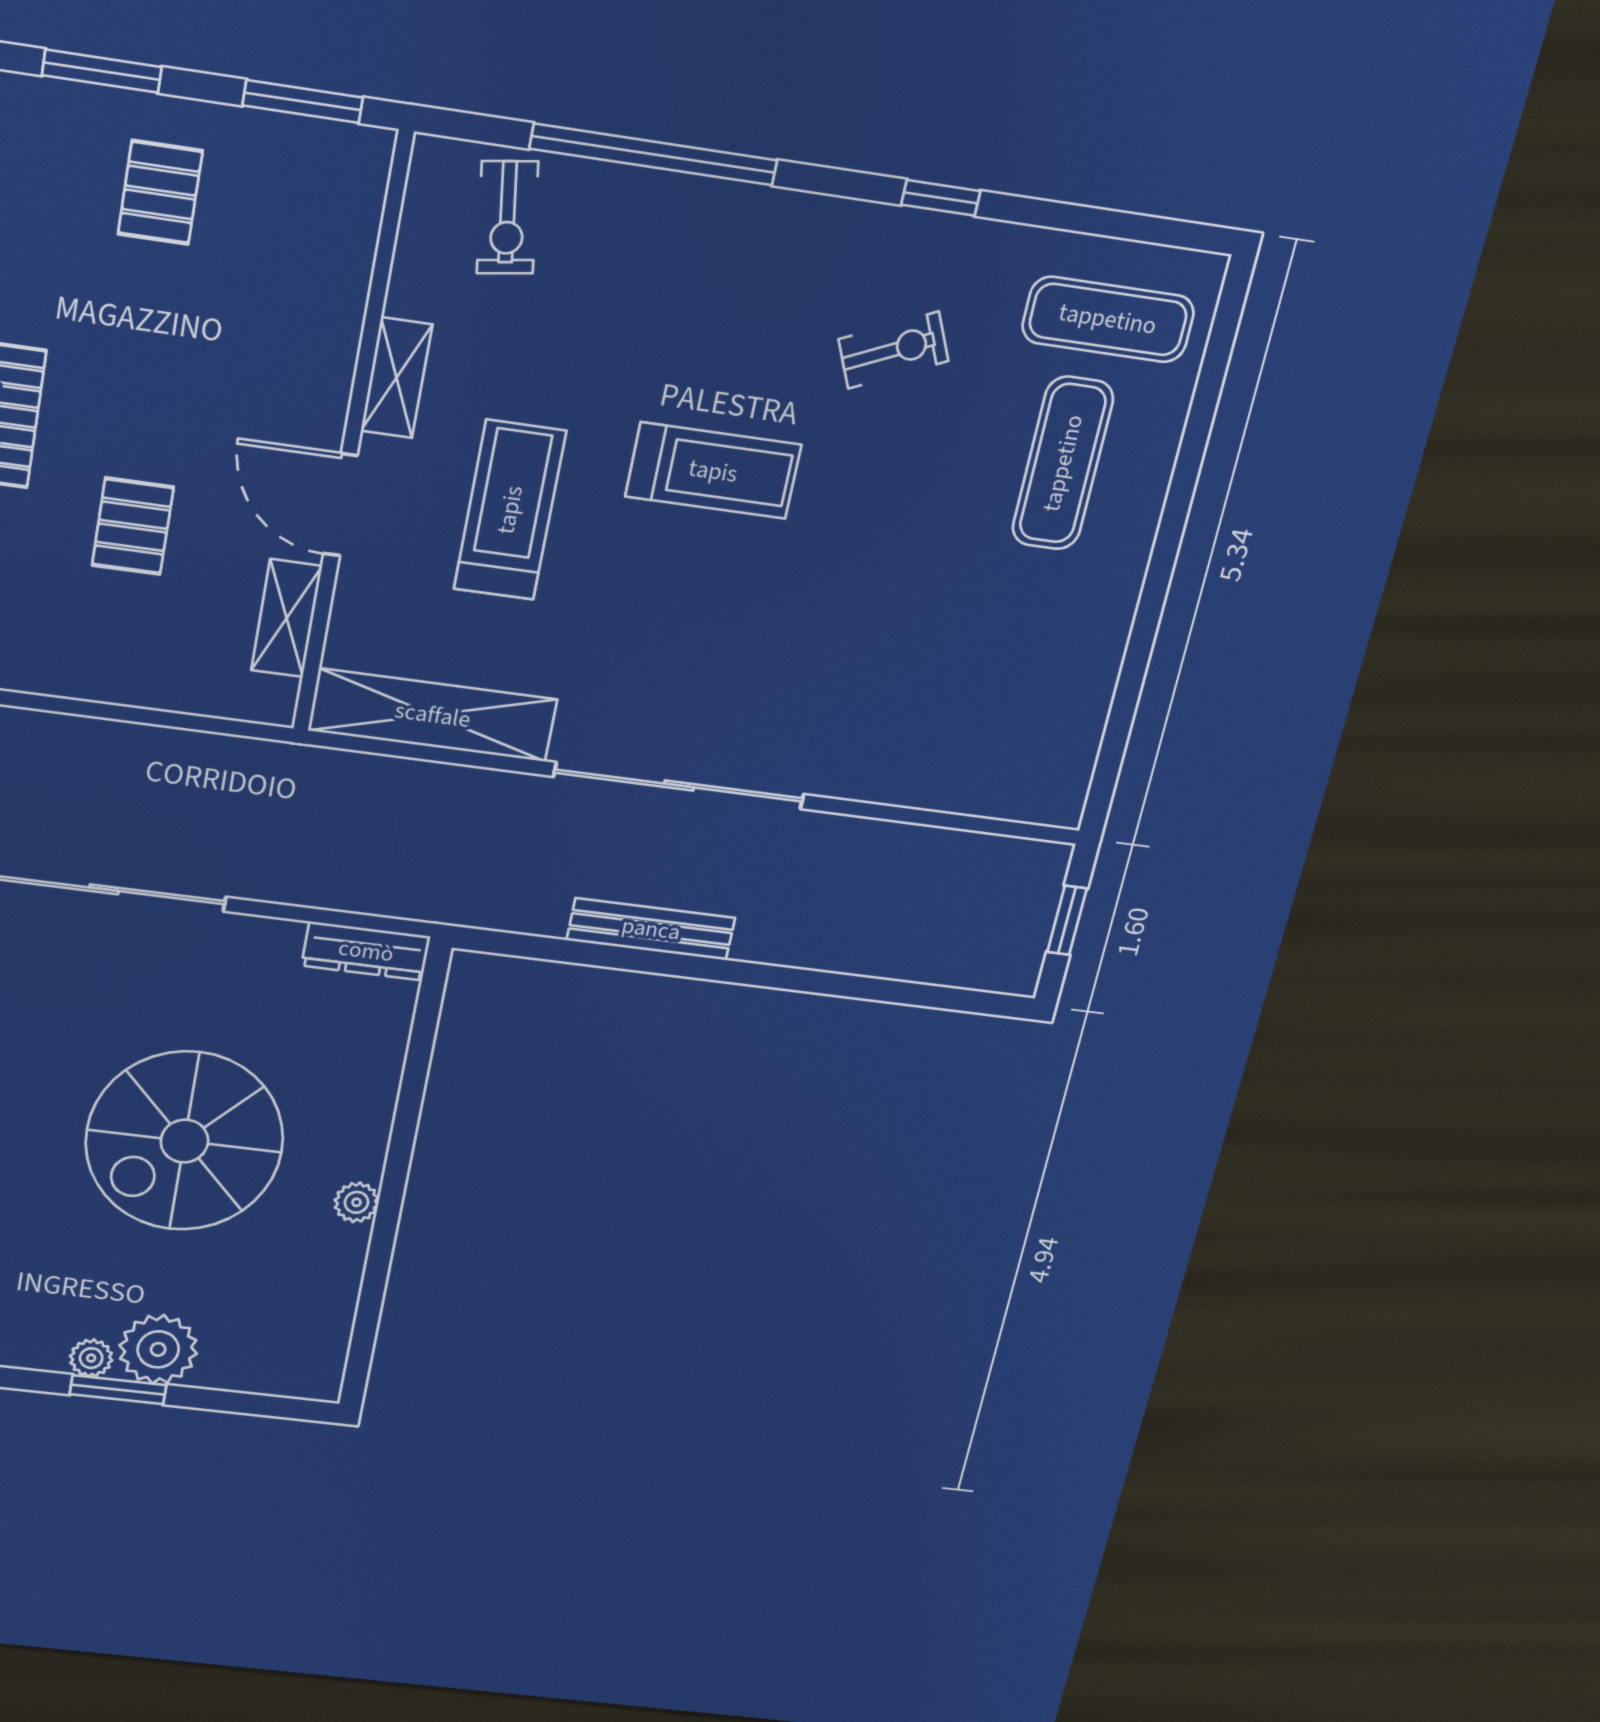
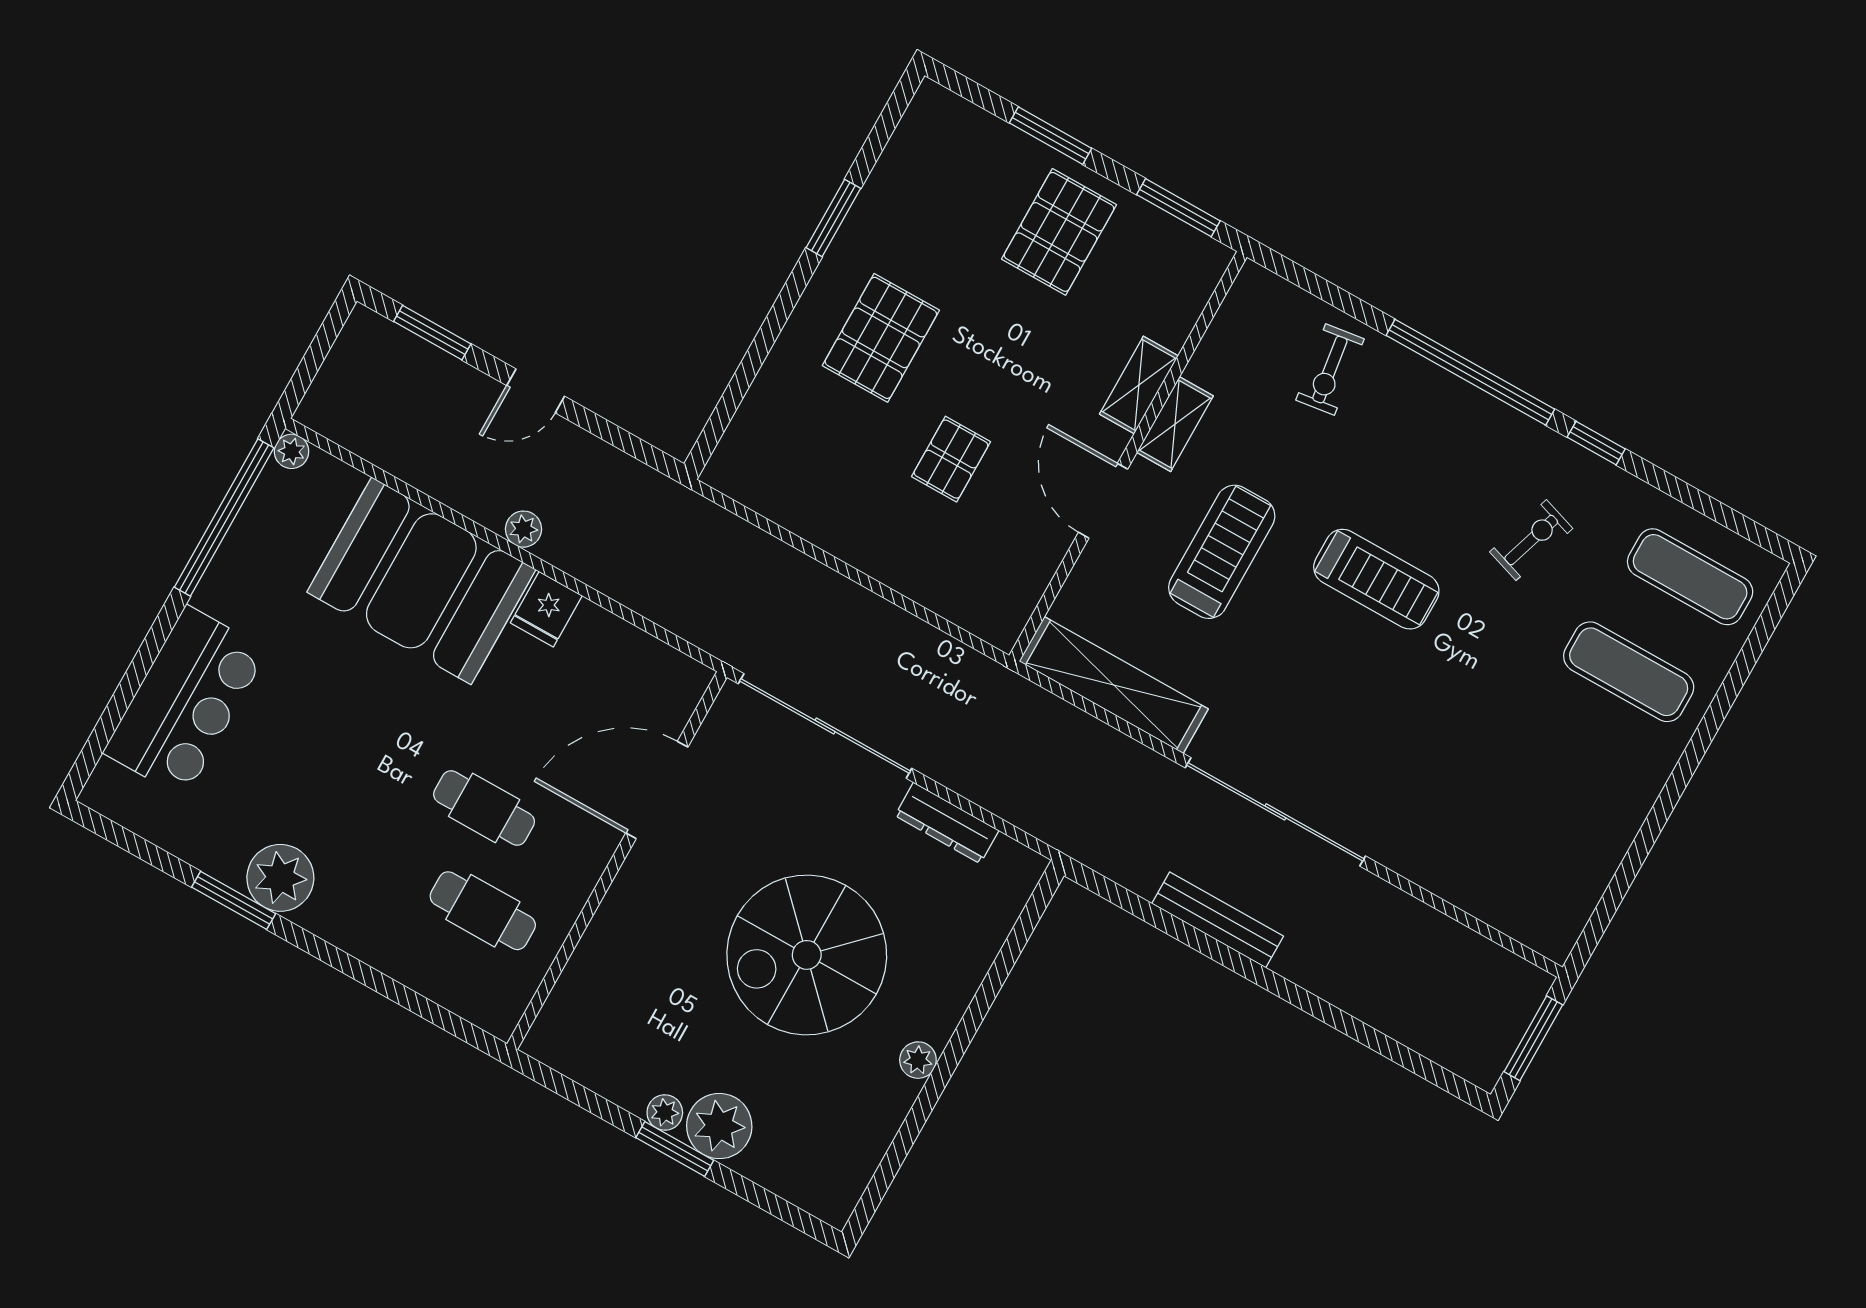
window: (653, 154) -> (1470, 372), moved
pallet: (160, 192) -> (1059, 232), width x1.50, depth x1.42
exercise bike: (507, 218) -> (1330, 370), moved
exercise bike: (893, 350) -> (1531, 540), turned -48
exercise mat: (1063, 463) -> (1629, 672), turned 90
shelving: (287, 618) -> (1139, 385), moved
window: (1067, 920) -> (1533, 1038), width x1.50
dresser: (366, 951) -> (947, 823), moved

